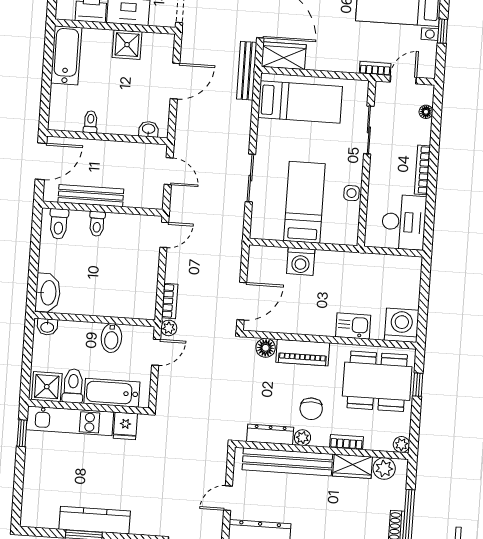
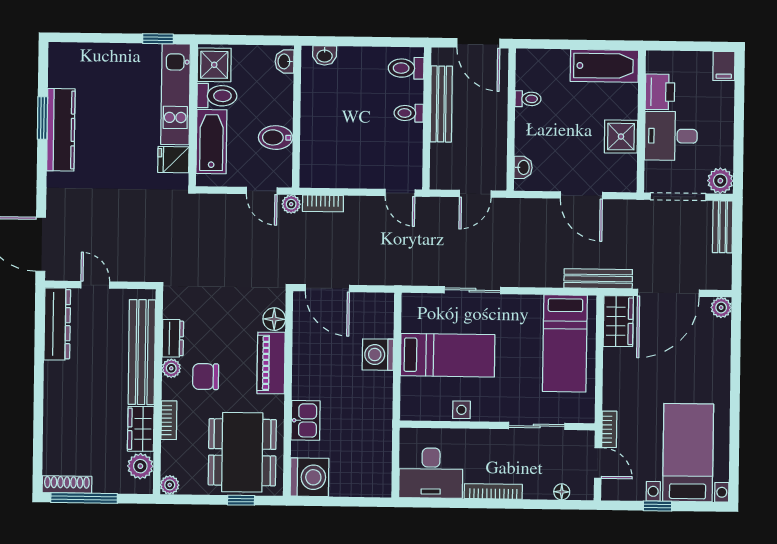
washbasin: (48, 293) -> (325, 55), width x0.52, depth x0.69
dresser: (270, 434) -> (173, 338), width x0.70

